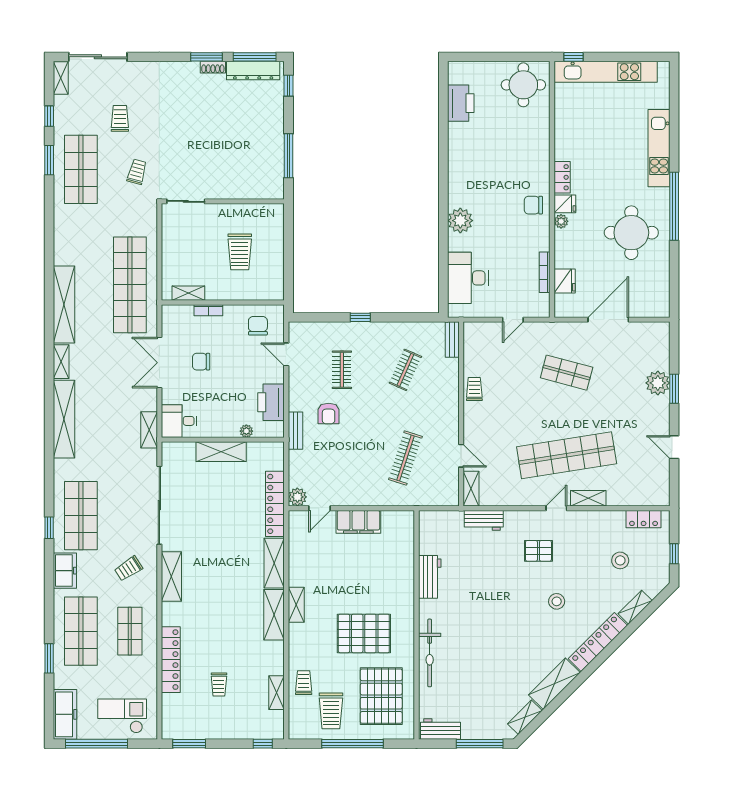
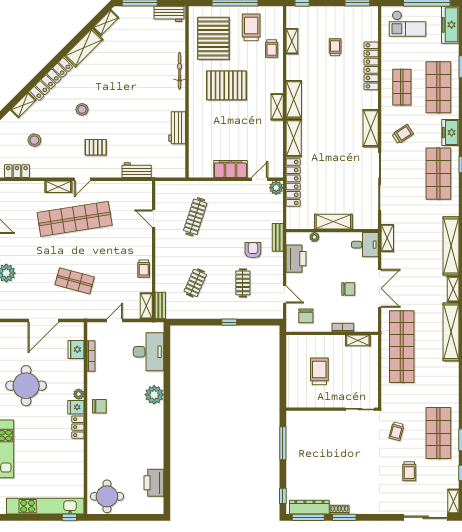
shelving: (471, 489) -> (146, 306), moved
bicycle: (430, 653) -> (180, 71), width x0.73, depth x0.71

